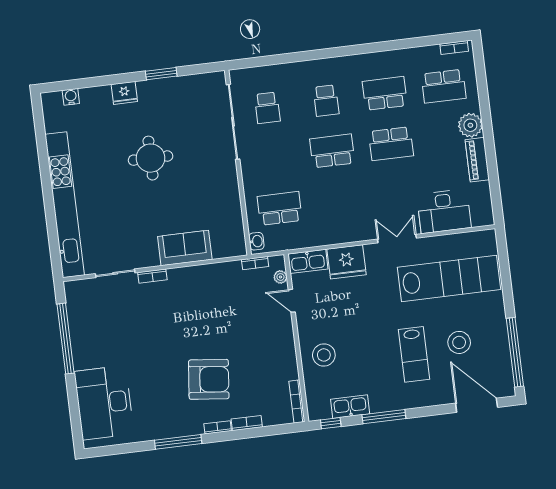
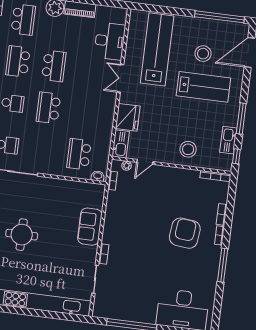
lab bench: (414, 354) -> (203, 87), width x1.36, depth x1.39

